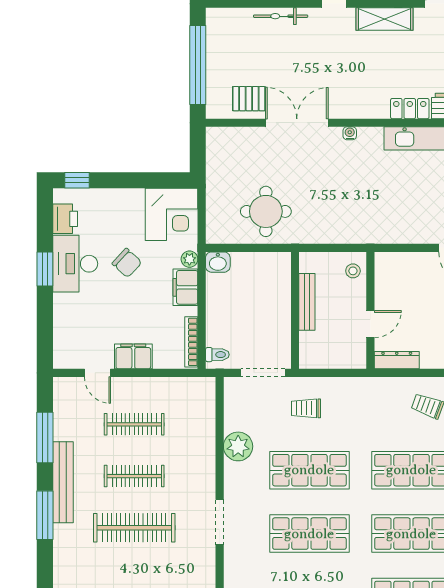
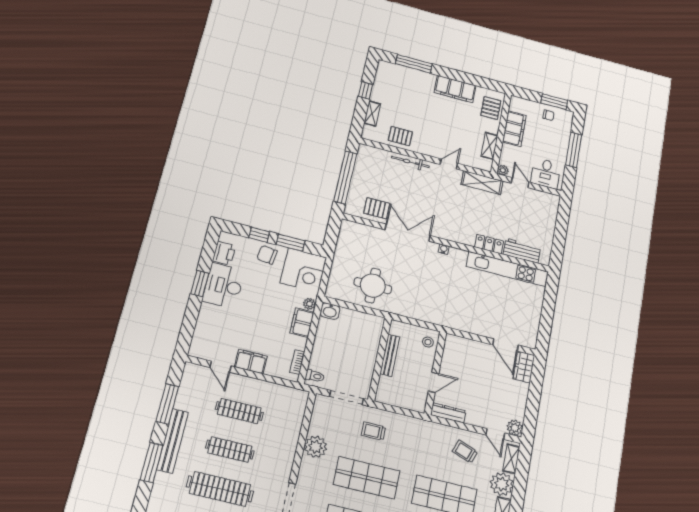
window: (77, 180) -> (259, 235), moved
window: (146, 180) -> (291, 243), added
chair: (127, 263) -> (267, 255), moved, turned 144
bookcase: (191, 342) -> (297, 362), width x0.64

